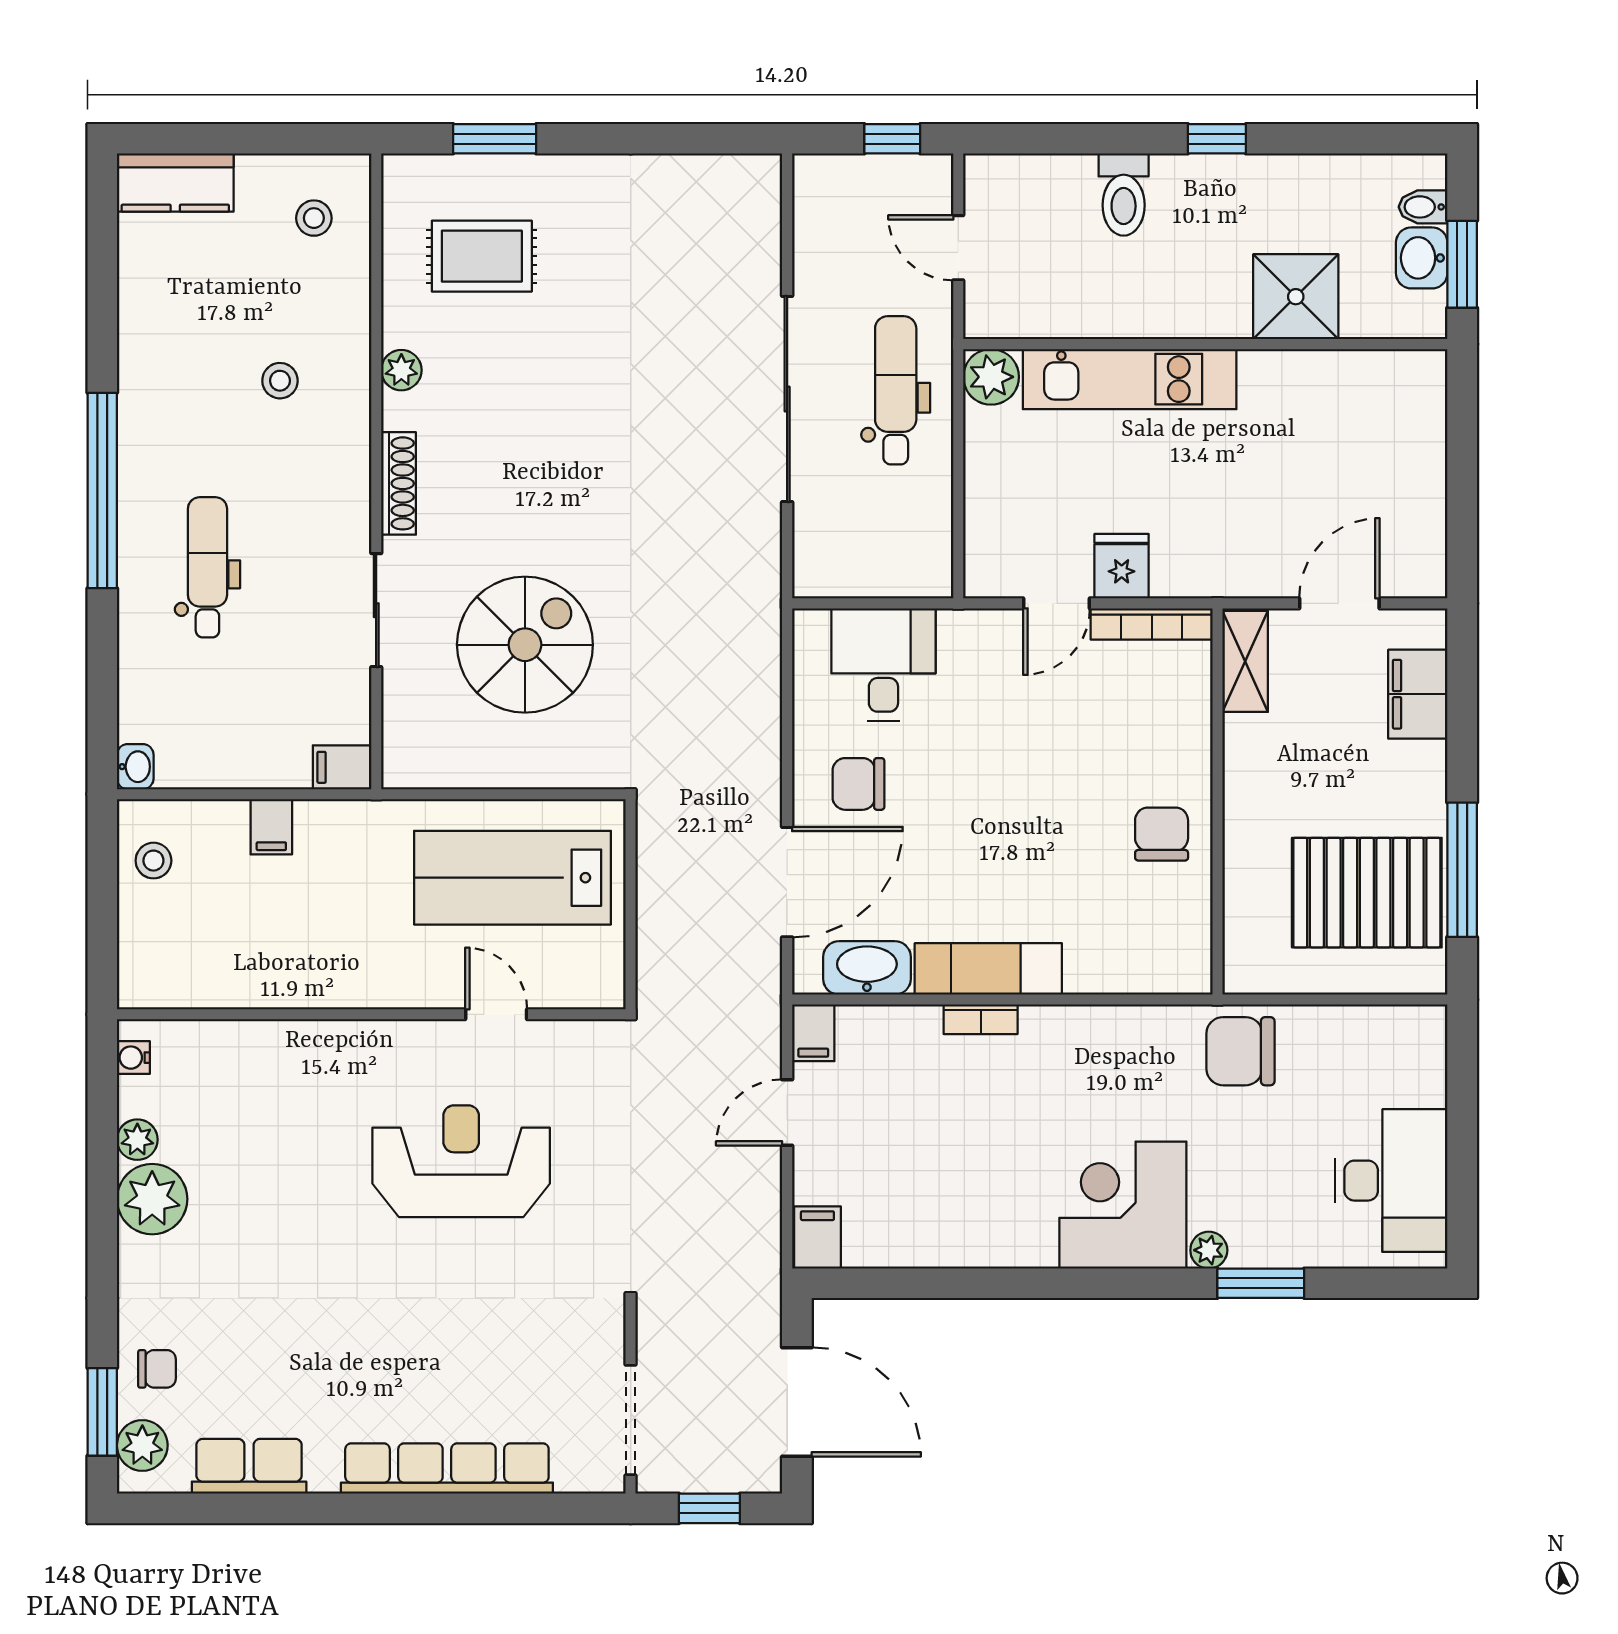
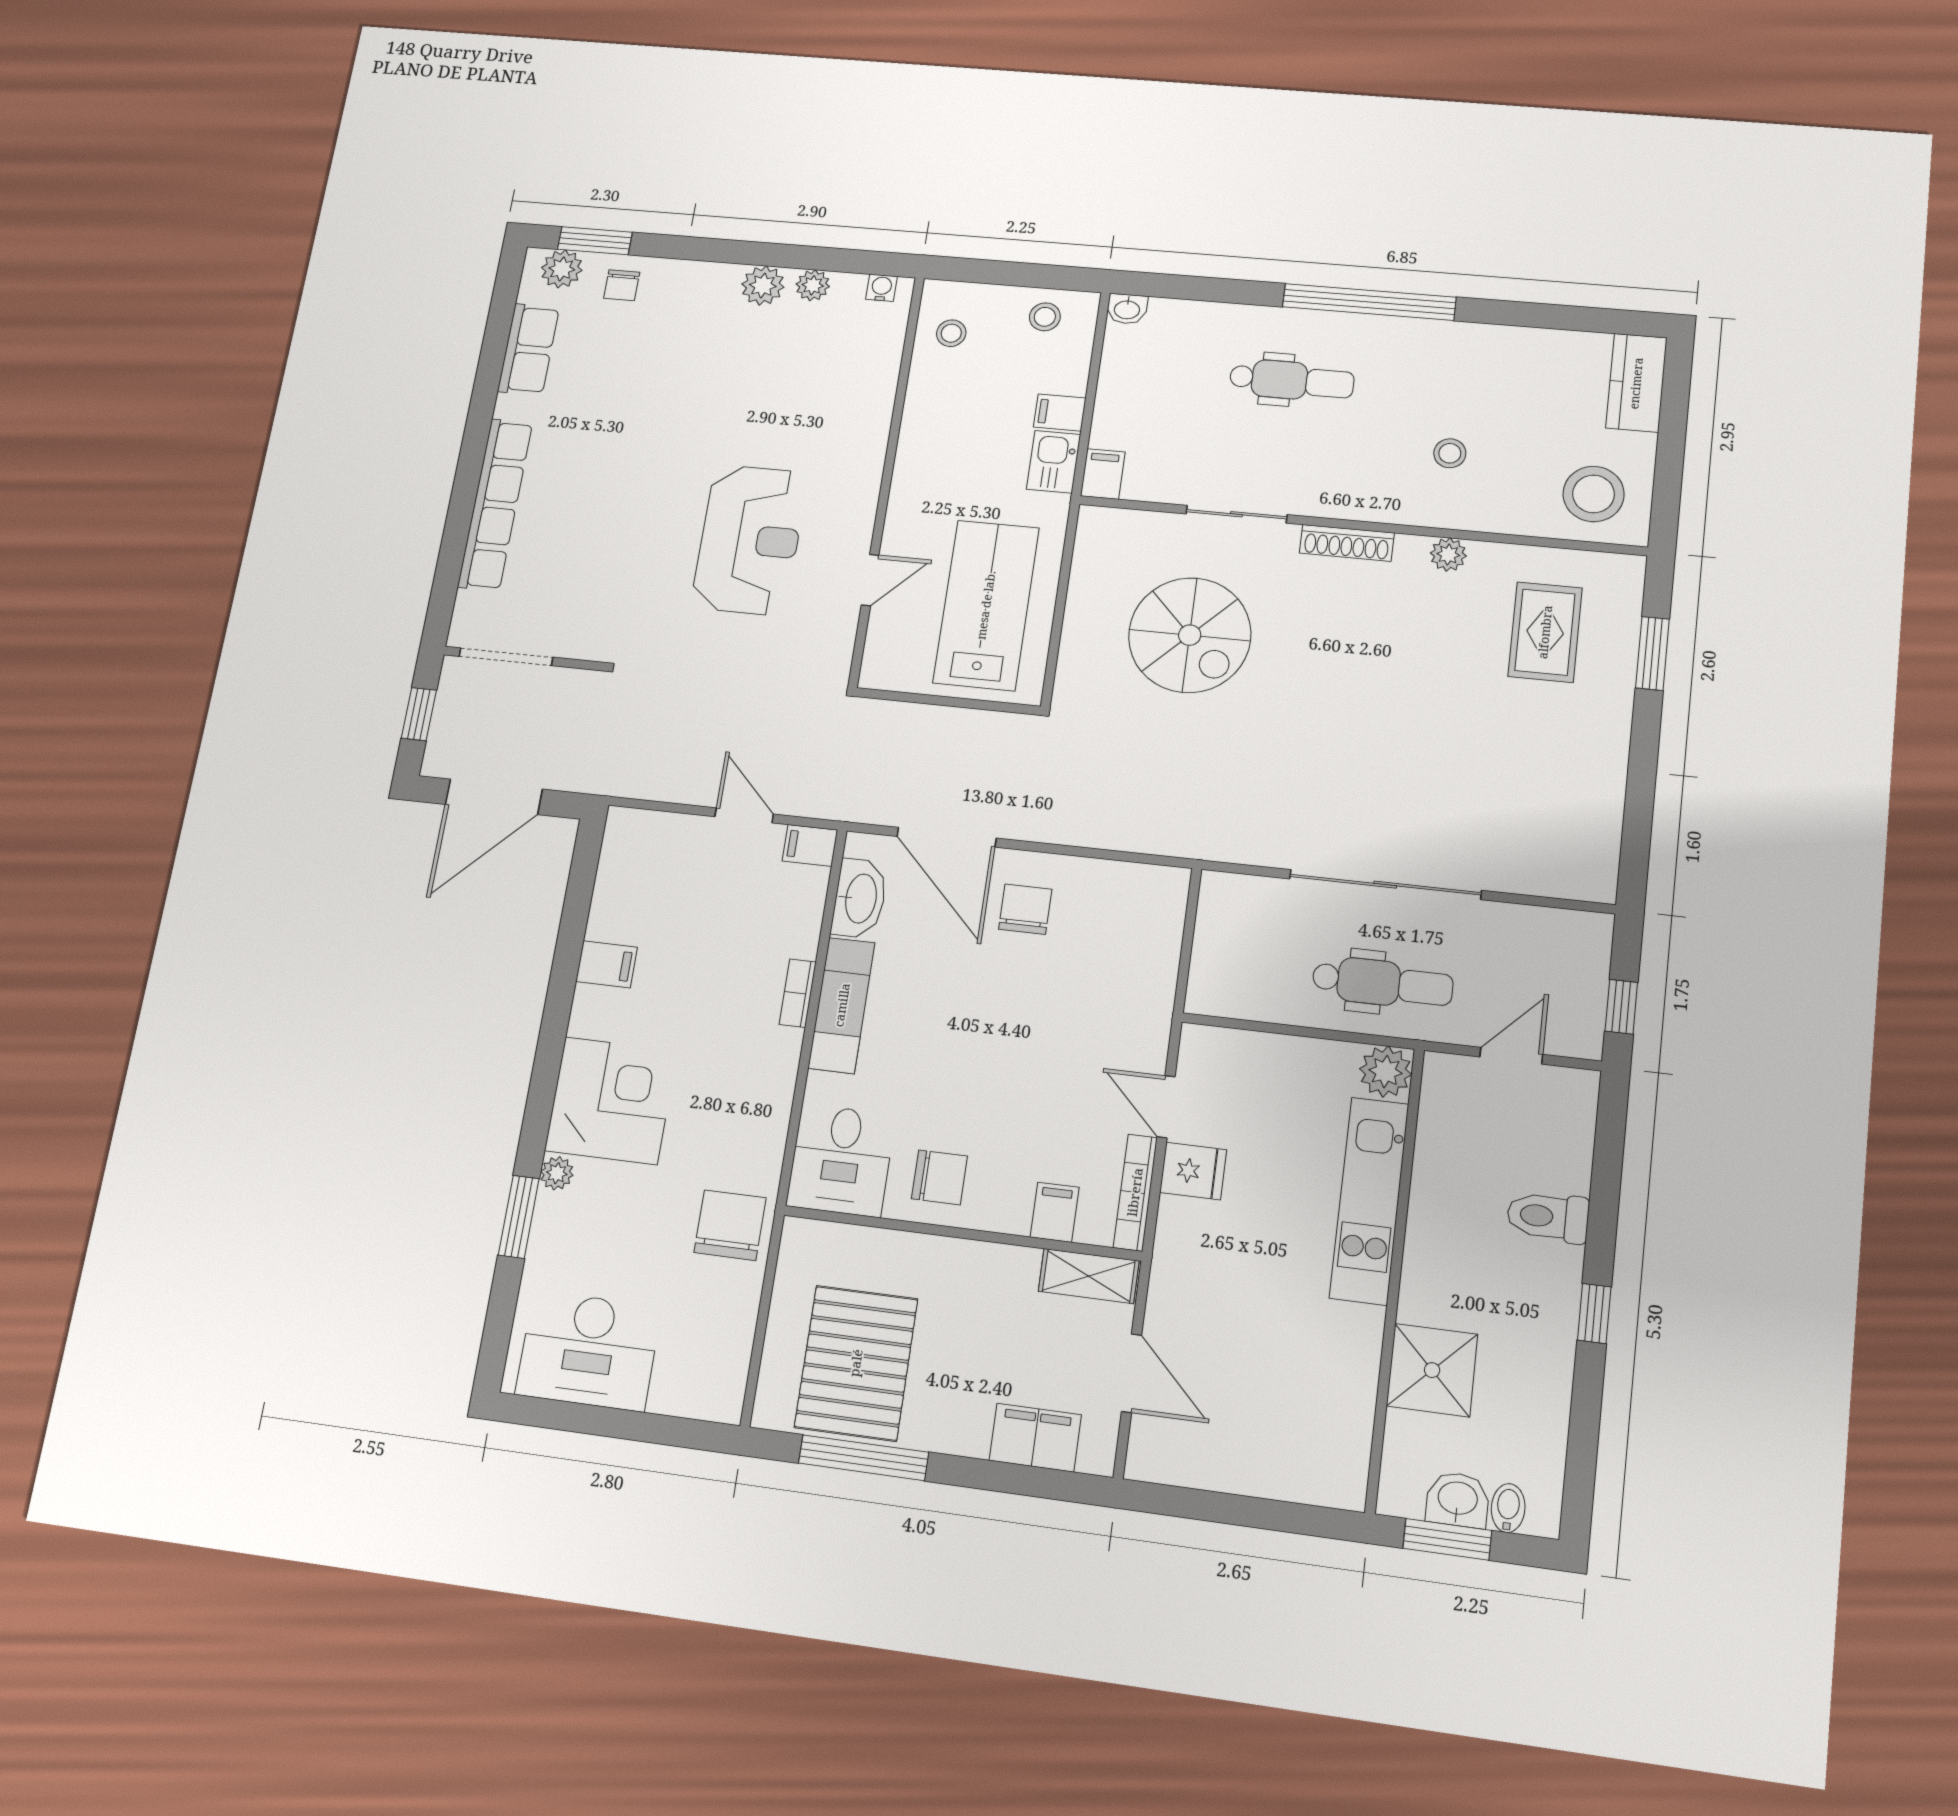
stool: (314, 218) -> (1594, 494), width x1.89, depth x1.89
desk: (883, 664) -> (841, 1160), moved, turned 90
filing cabinet: (1183, 706) -> (1055, 1212), added
kitchen sink: (332, 825) -> (1054, 462), added
stool: (184, 967) -> (951, 333), added
plant: (152, 1199) -> (763, 286), width x0.73, depth x0.73
filing cabinet: (817, 1237) -> (607, 964), moved

